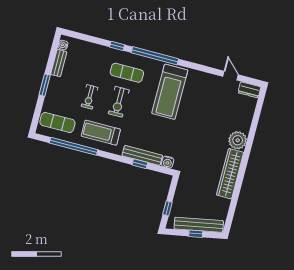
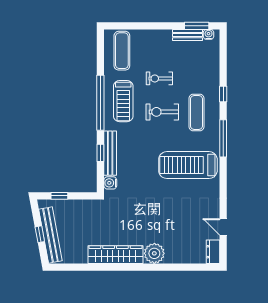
window: (155, 56) -> (223, 138), width x0.68
door: (230, 76) -> (223, 227), swing flipped
window: (45, 85) -> (197, 26), moved
treadmill: (101, 133) -> (123, 101), turned 180
window: (74, 146) -> (100, 103), moved

